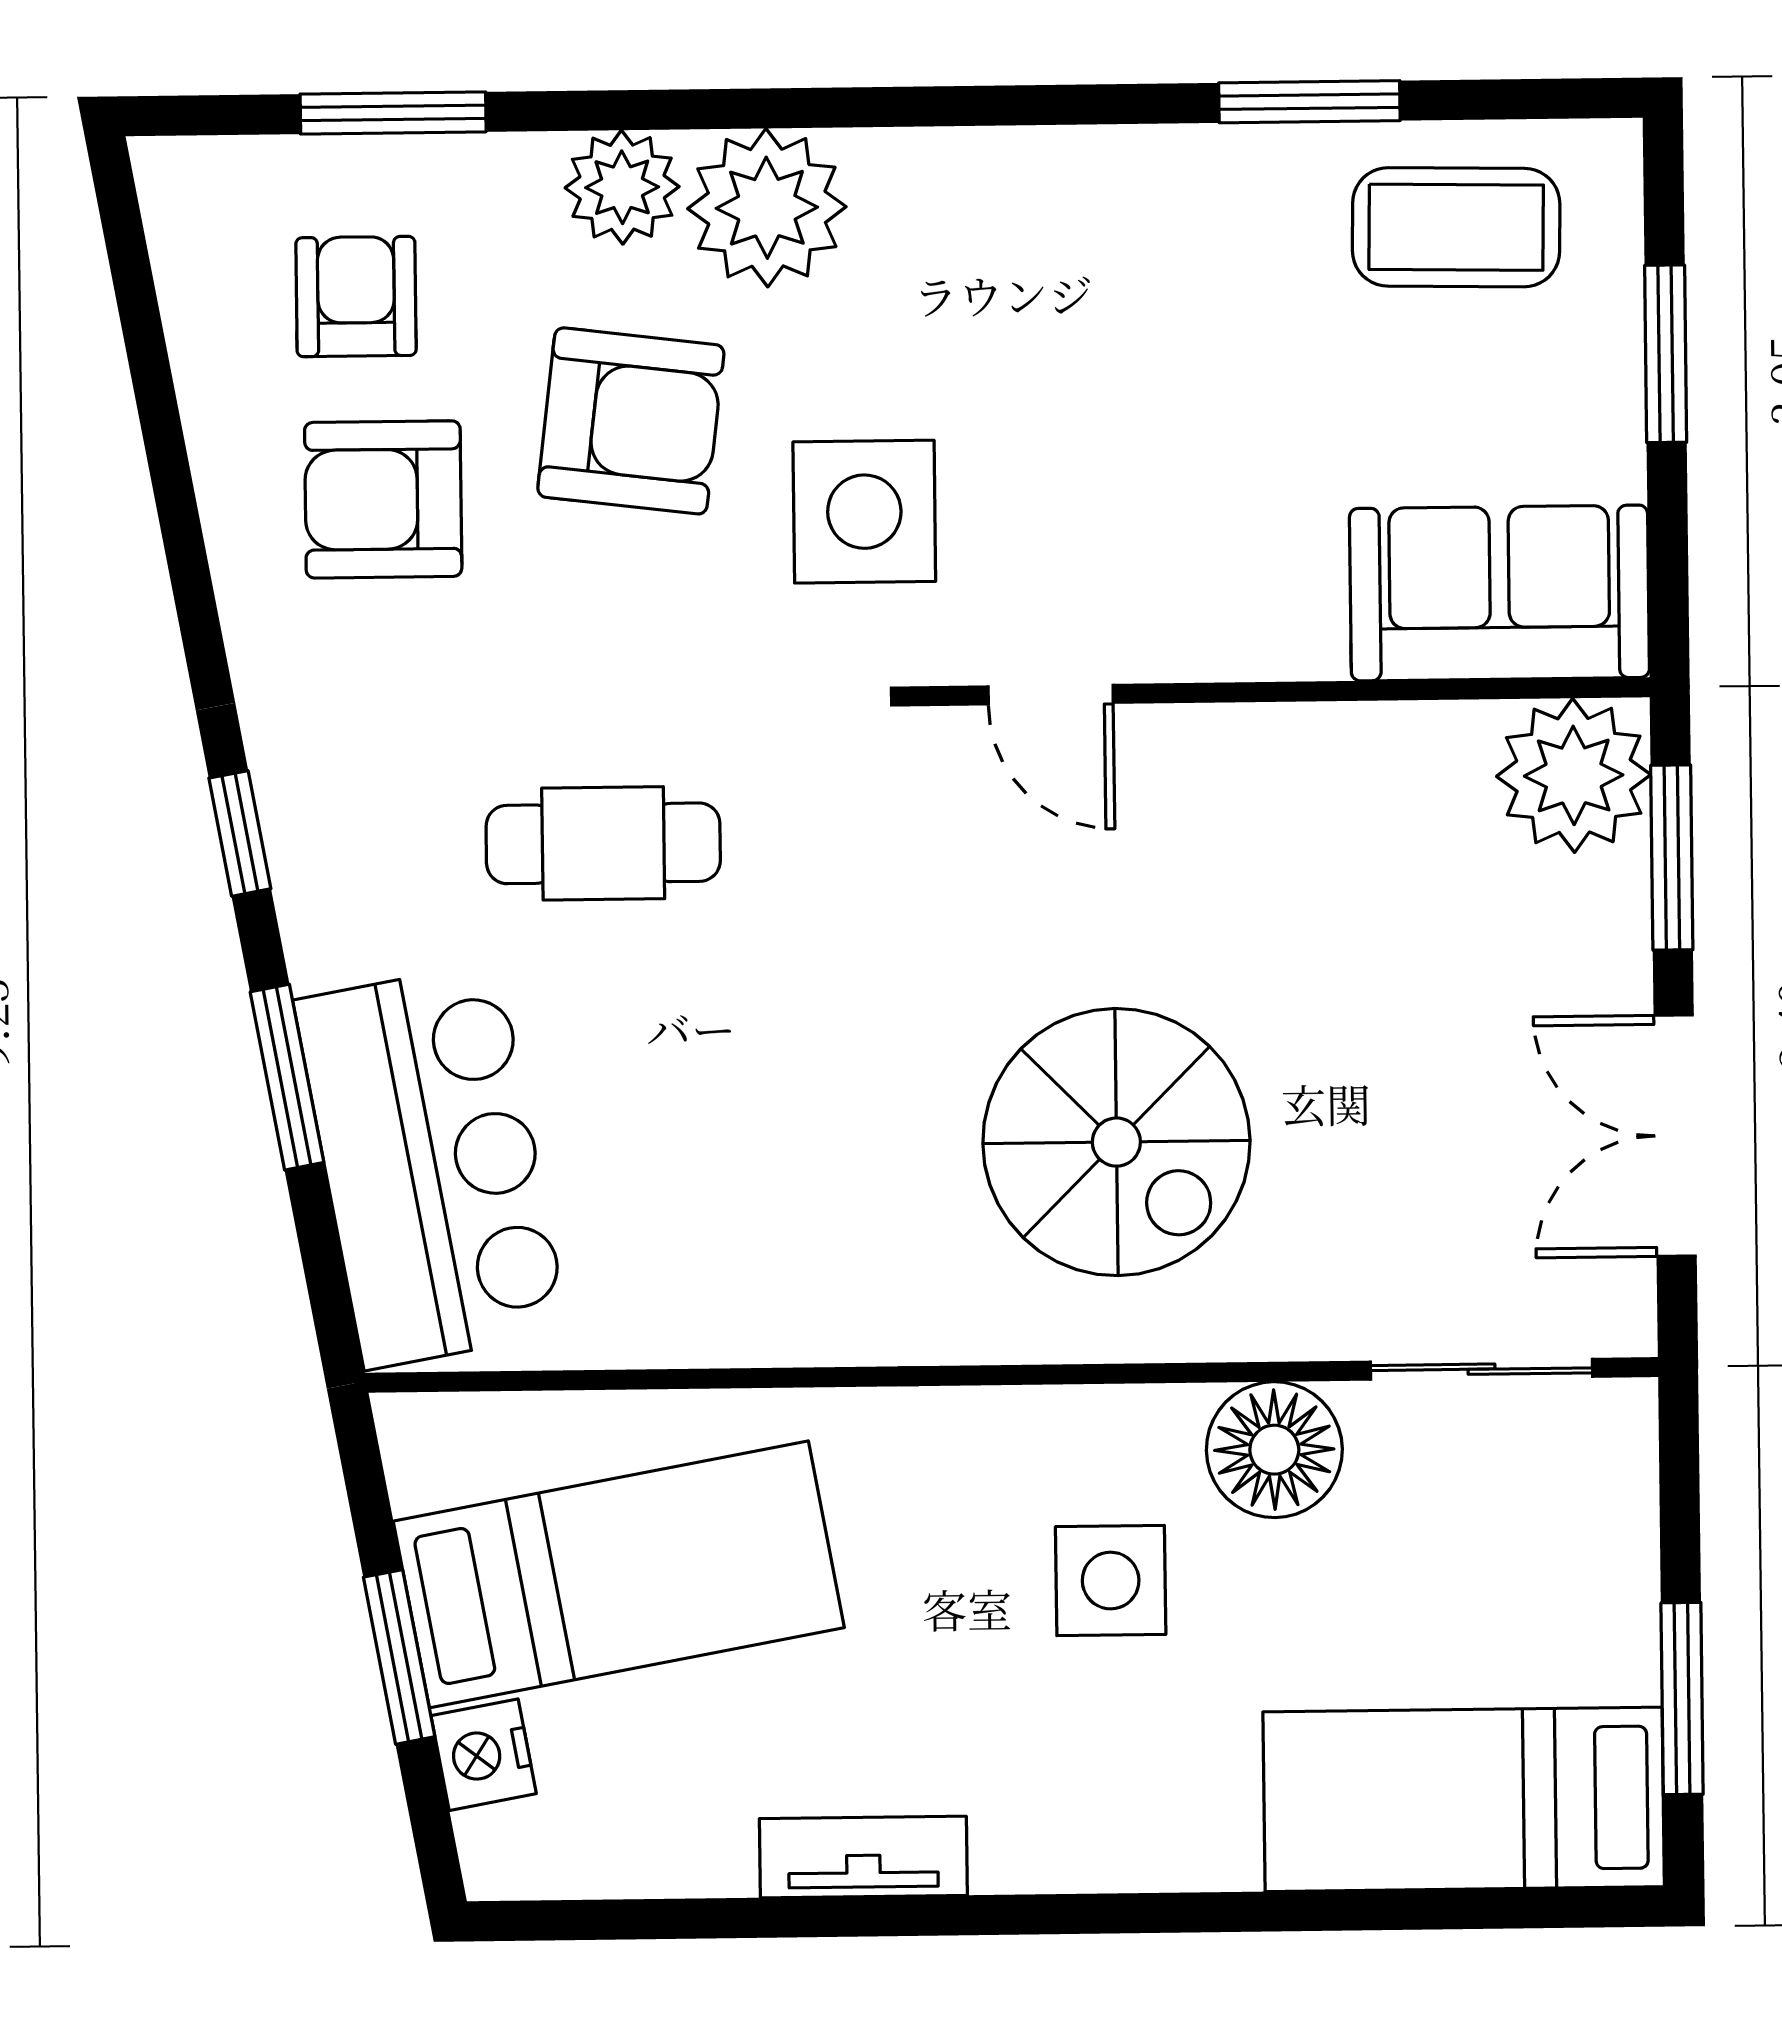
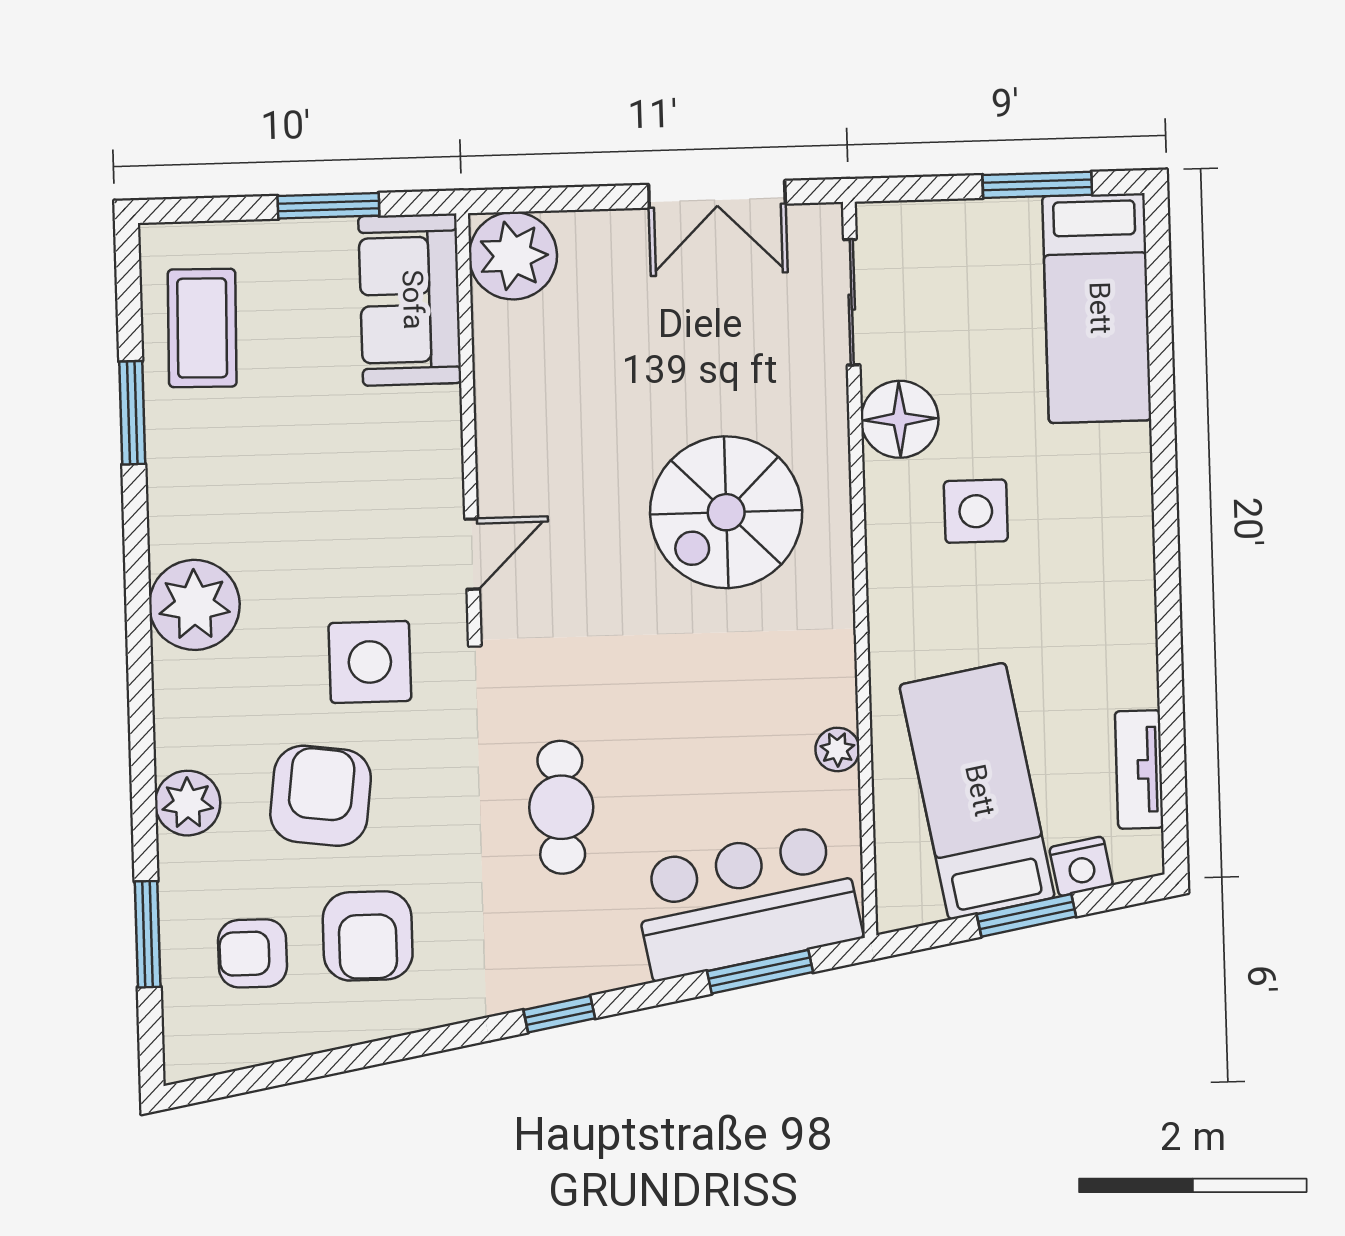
plant: (767, 208) -> (194, 605), moved
window: (1666, 354) -> (328, 206), moved
window: (1672, 858) -> (559, 199), removed
window: (287, 1077) -> (760, 972), moved
spiral stairs: (1116, 1142) -> (726, 512), turned 180
plant: (696, 1330) -> (837, 749), added
tv unit: (863, 1857) -> (1139, 769), moved

